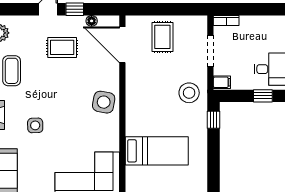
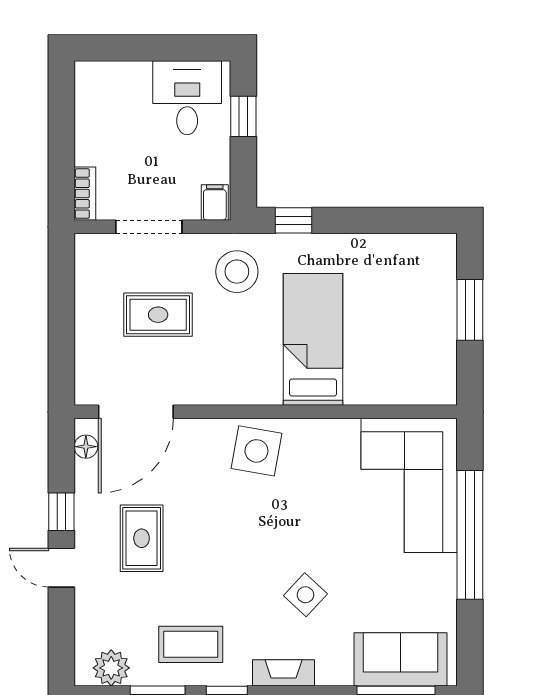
floor lamp: (92, 21) -> (86, 447), moved
rug: (162, 37) -> (158, 315), moved
side table: (35, 125) -> (305, 595), turned 45
bed: (157, 151) -> (313, 339), moved

